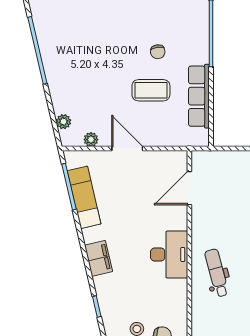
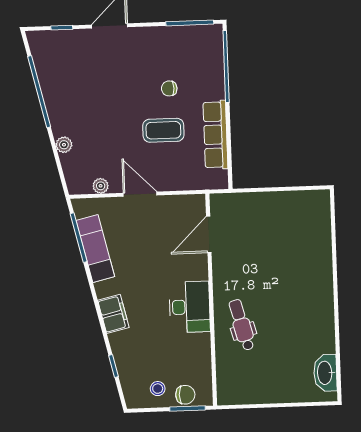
chair: (158, 52) -> (169, 88), turned 98
plant: (63, 122) -> (64, 145), moved

